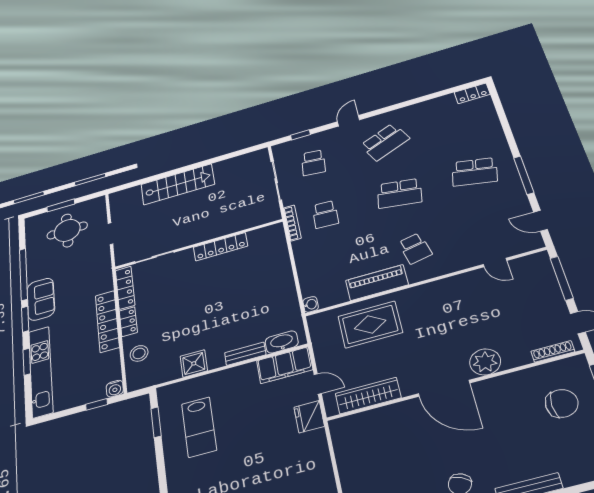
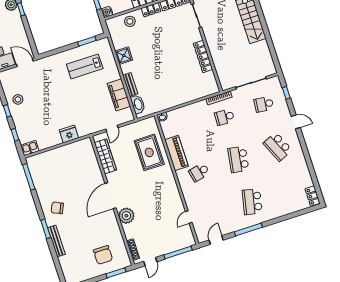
filing cabinet: (285, 365) -> (119, 95), moved
fridge: (309, 417) -> (69, 134), moved

